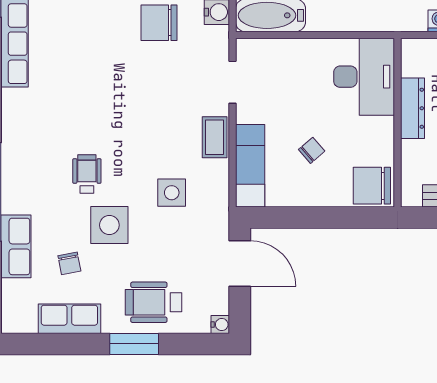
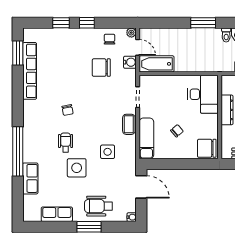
chair: (69, 263) -> (68, 110), moved

